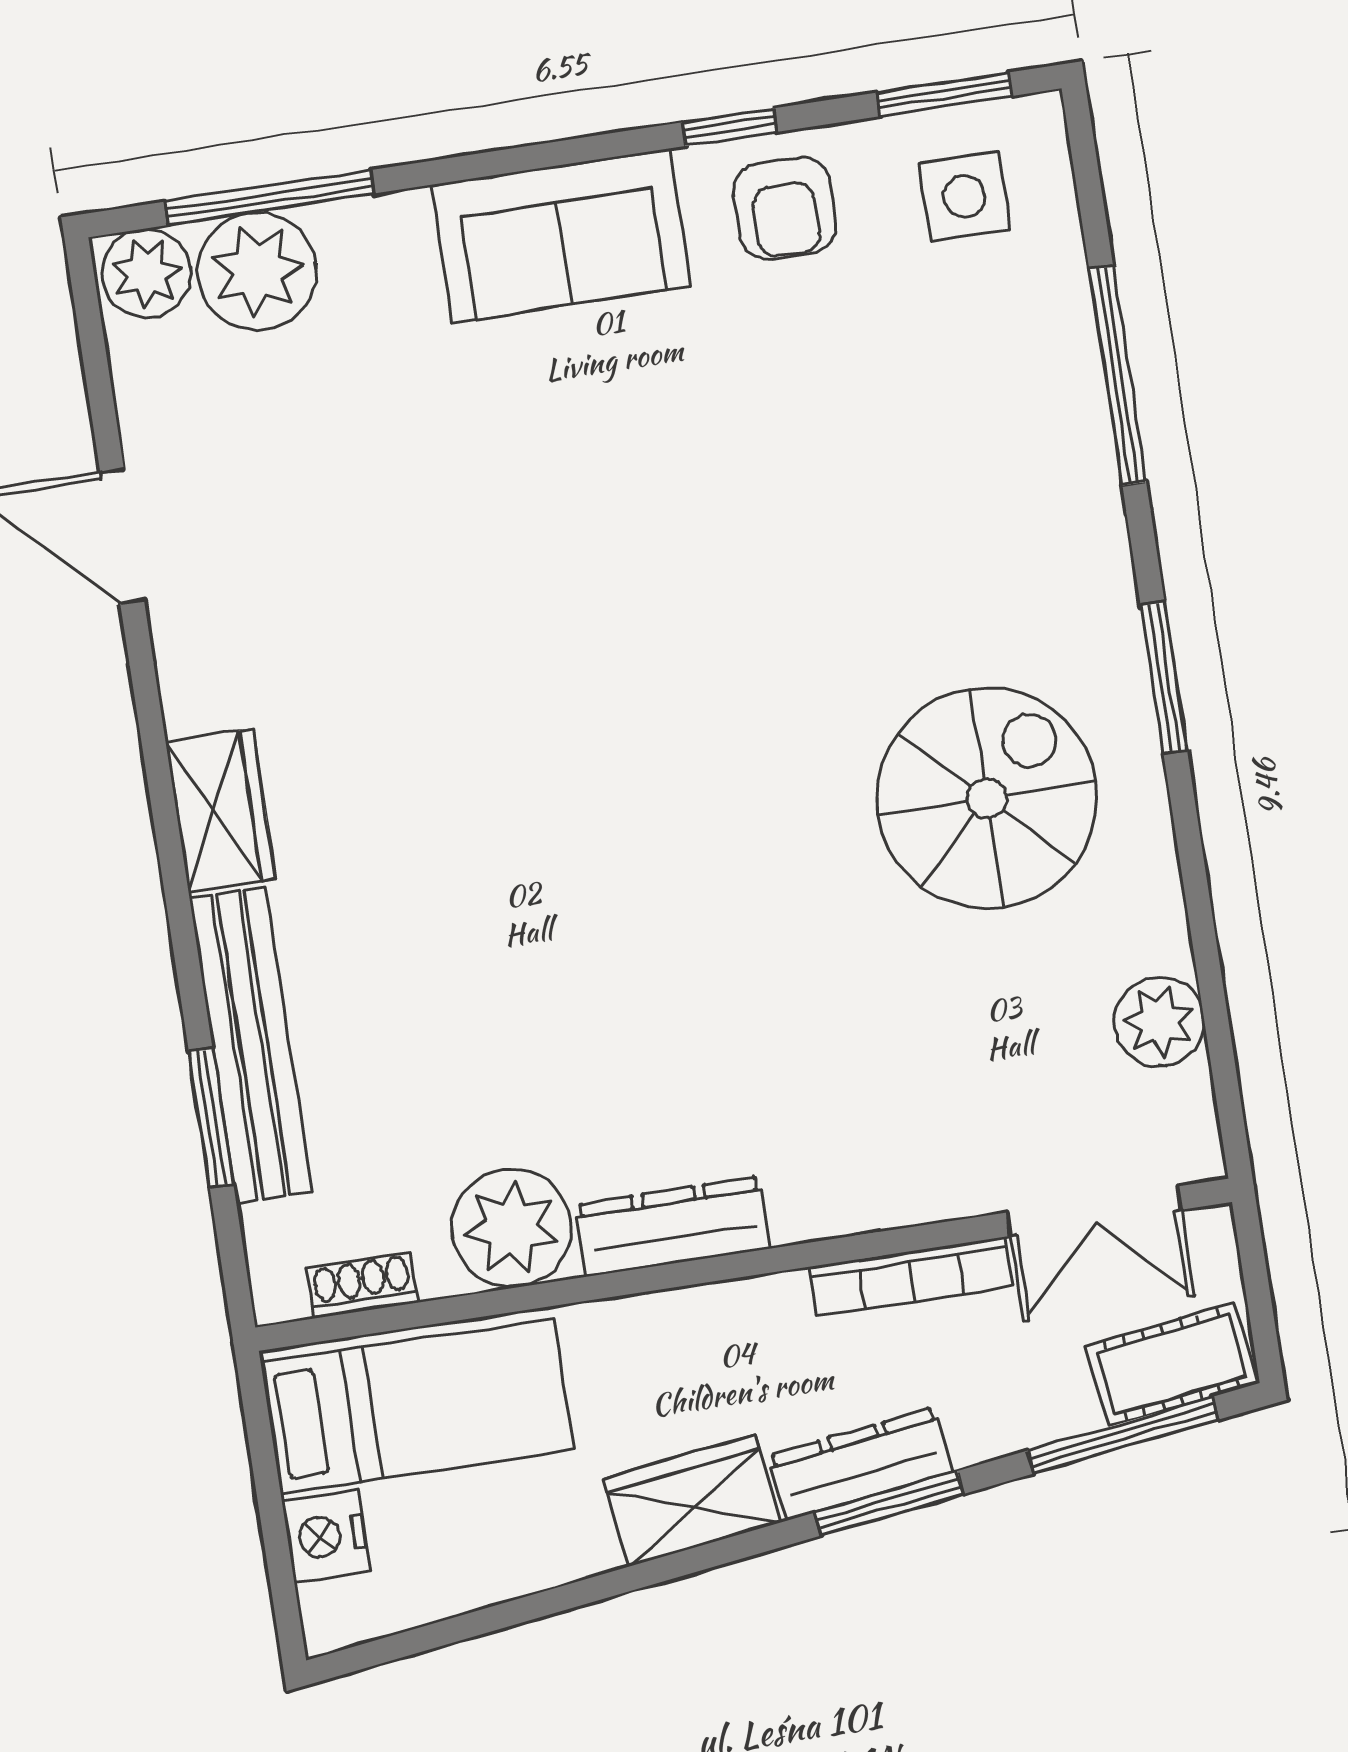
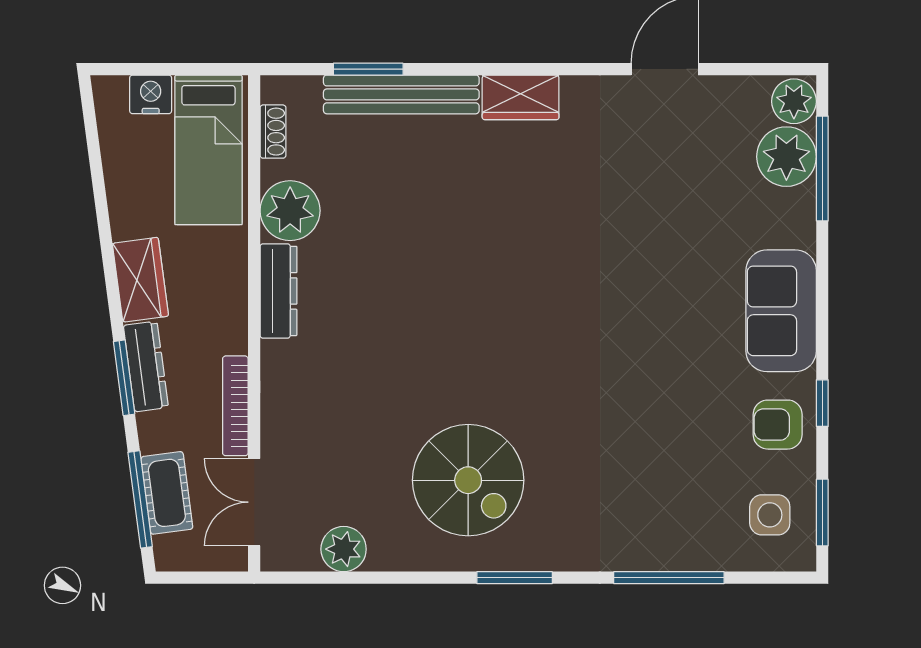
cot: (1172, 1365) -> (167, 493), moved

